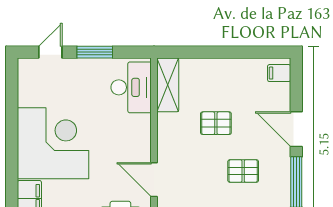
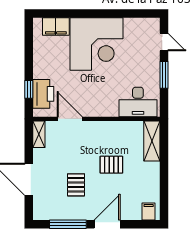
shelving: (168, 85) -> (152, 141), moved, turned 90
pallet: (216, 123) -> (111, 165), turned 90
door: (154, 180) -> (70, 119), hinge flipped

